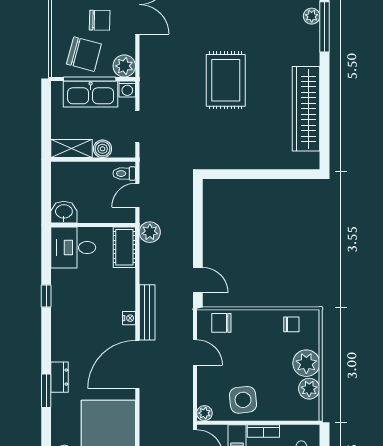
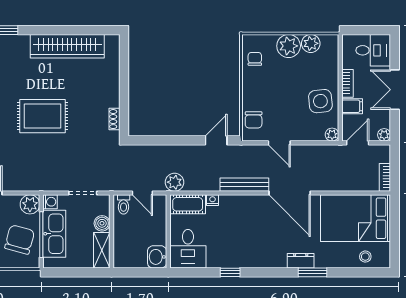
shoe rack: (222, 163) -> (115, 119), added
nightstand: (129, 318) -> (212, 200), moved
door: (195, 353) -> (279, 143), swing flipped

